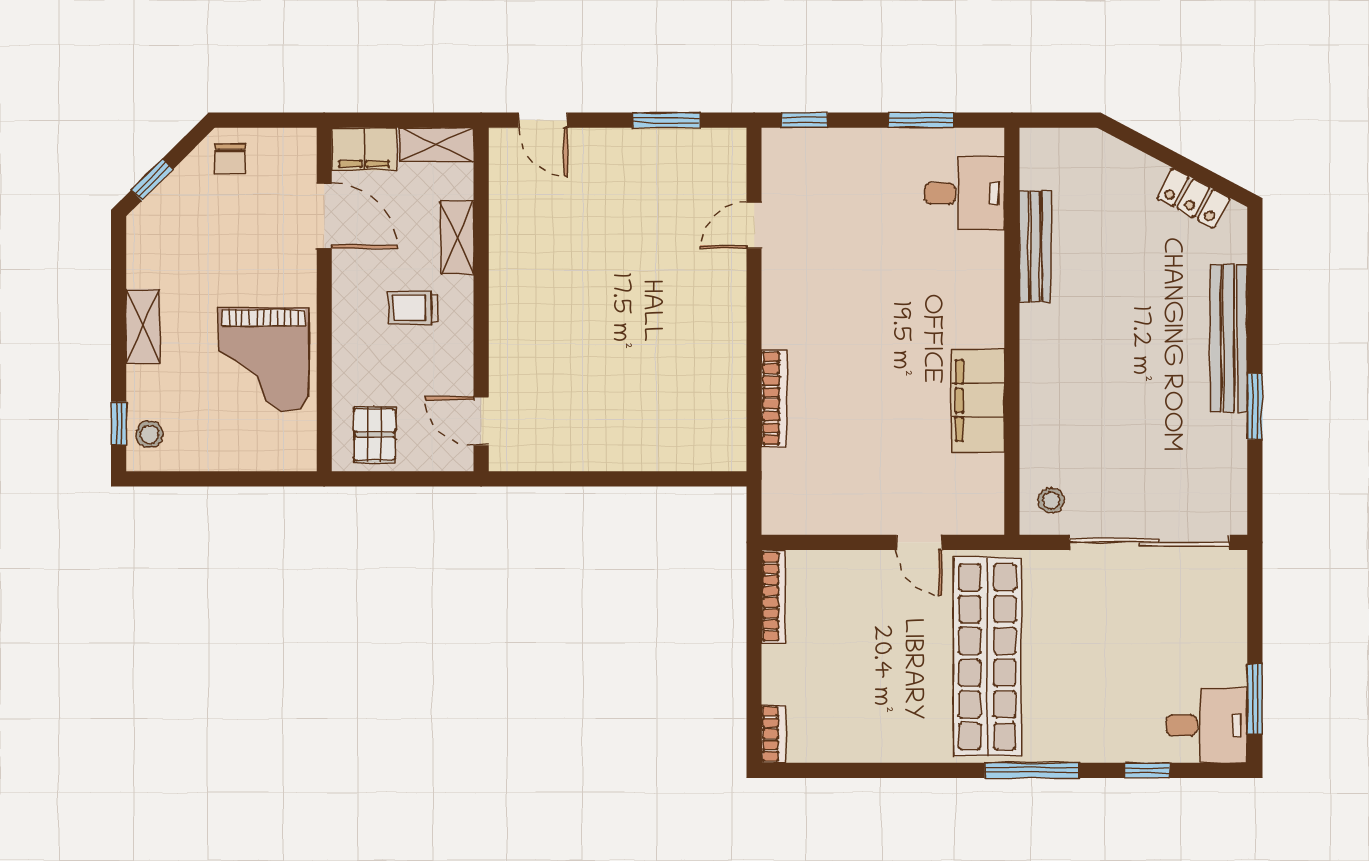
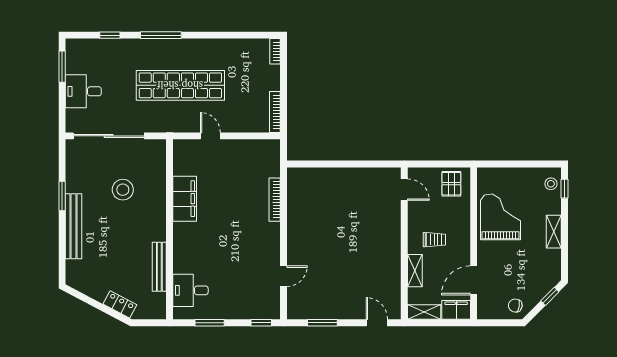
chair: (230, 159) -> (515, 306), turned -80
locker: (1193, 198) -> (120, 304), moved
door: (324, 216) -> (474, 280), hinge flipped
stool: (1051, 500) -> (123, 190), moved, width x1.89, depth x1.89
shop shelf: (987, 657) -> (180, 85), turned 90
desk: (1207, 725) -> (83, 91), moved

